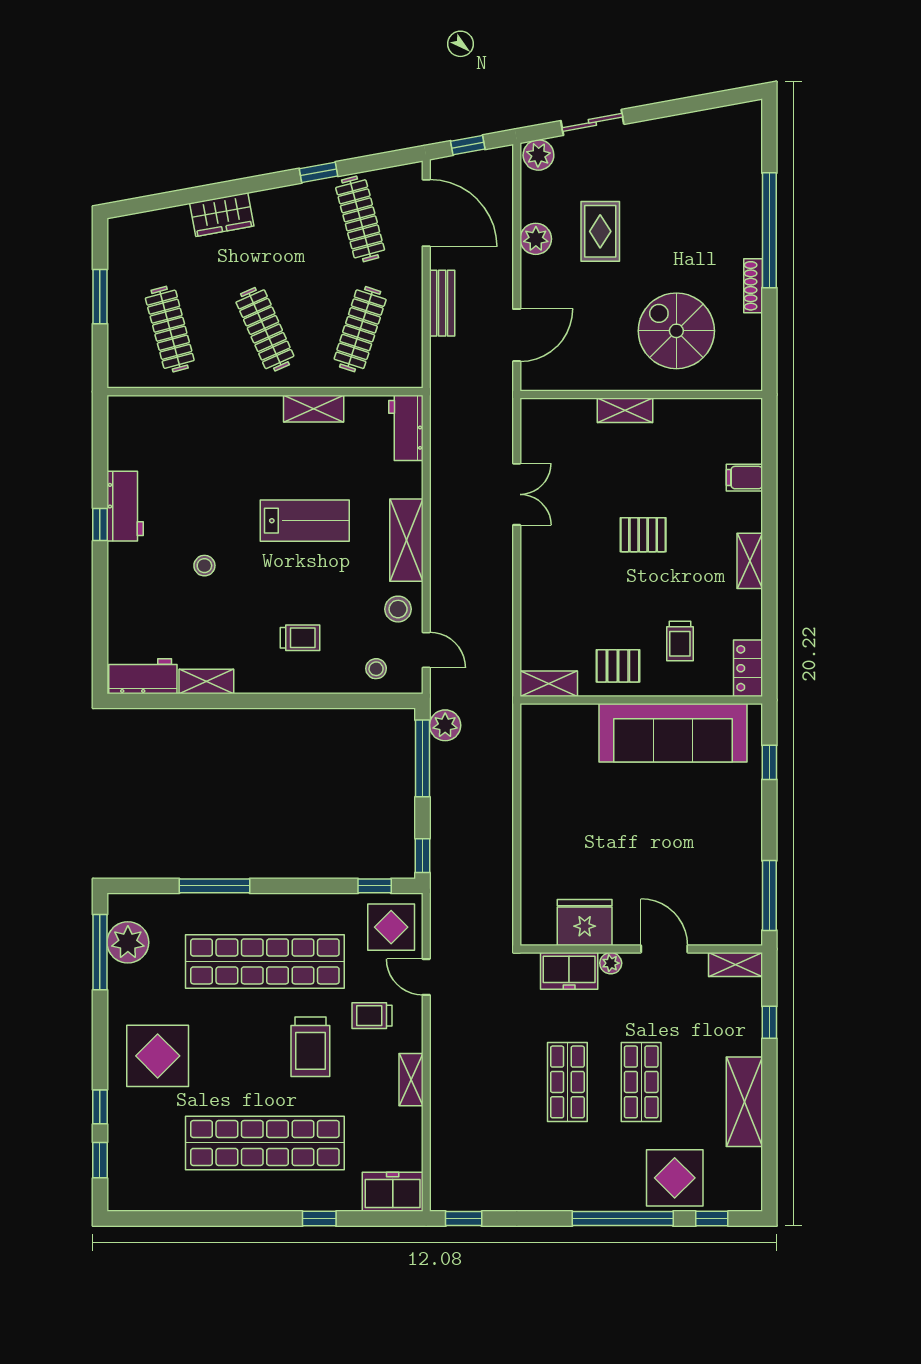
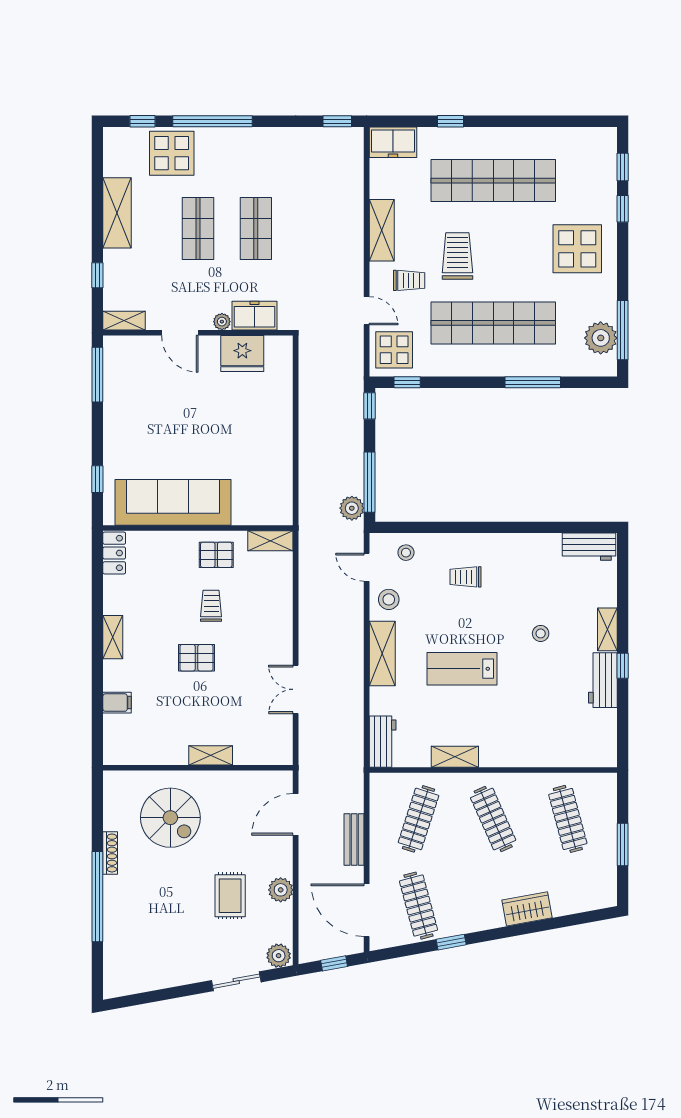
trolley: (680, 641) -> (211, 606), moved
shelving: (206, 681) -> (607, 629), moved, turned 90
shelving: (411, 1080) -> (382, 230), width x1.50, depth x1.33

